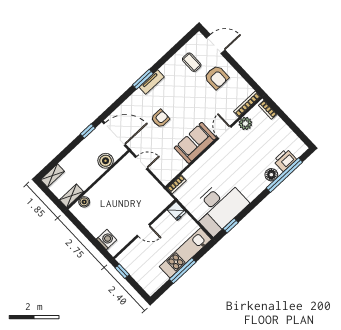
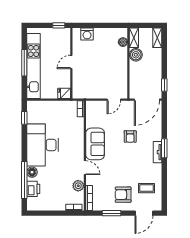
window: (242, 72) -> (111, 213), added
boiler: (106, 161) -> (136, 55), moved
desk: (219, 207) -> (43, 145), moved
kitchen unit: (185, 253) -> (33, 66), width x1.36

